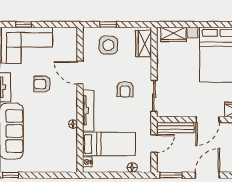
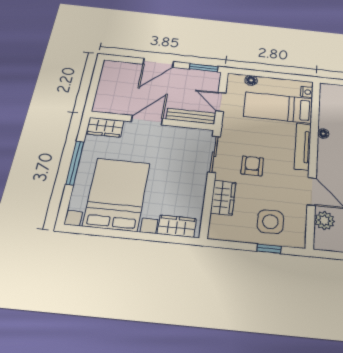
wardrobe: (144, 44) -> (223, 198), moved
plant: (70, 50) -> (324, 221), added
door: (154, 143) -> (221, 102), hinge flipped

